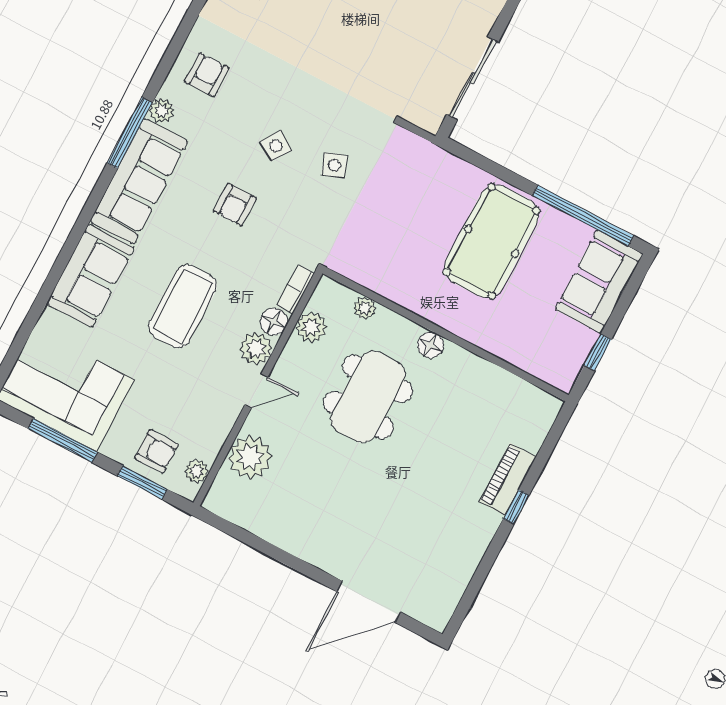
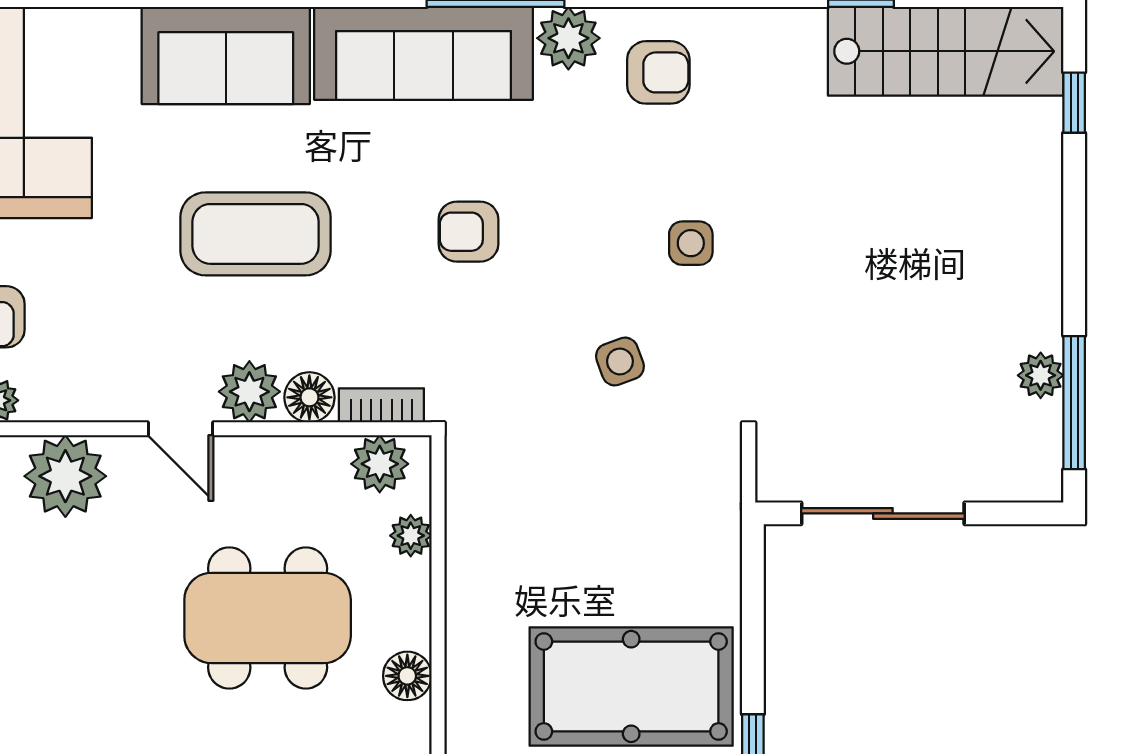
plant: (162, 111) -> (568, 38), width x1.38, depth x1.38
side table: (276, 146) -> (691, 243), moved, turned -34
plant: (311, 327) -> (380, 464), moved

